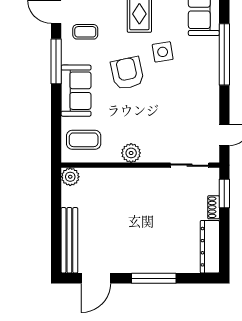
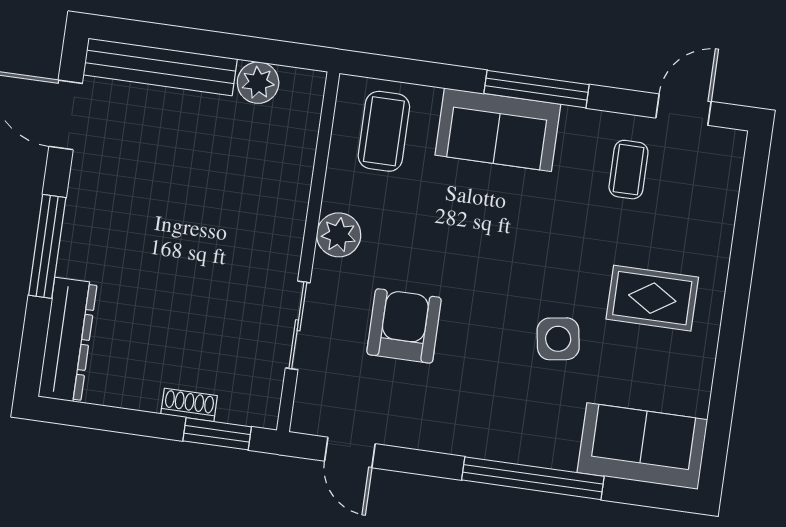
window: (56, 61) -> (537, 89), moved
armchair: (127, 73) -> (404, 326), moved, turned -78
sliding door: (190, 165) -> (298, 325), moved
plant: (70, 177) -> (258, 83), moved
dresser: (210, 247) -> (68, 340), moved, turned 90

